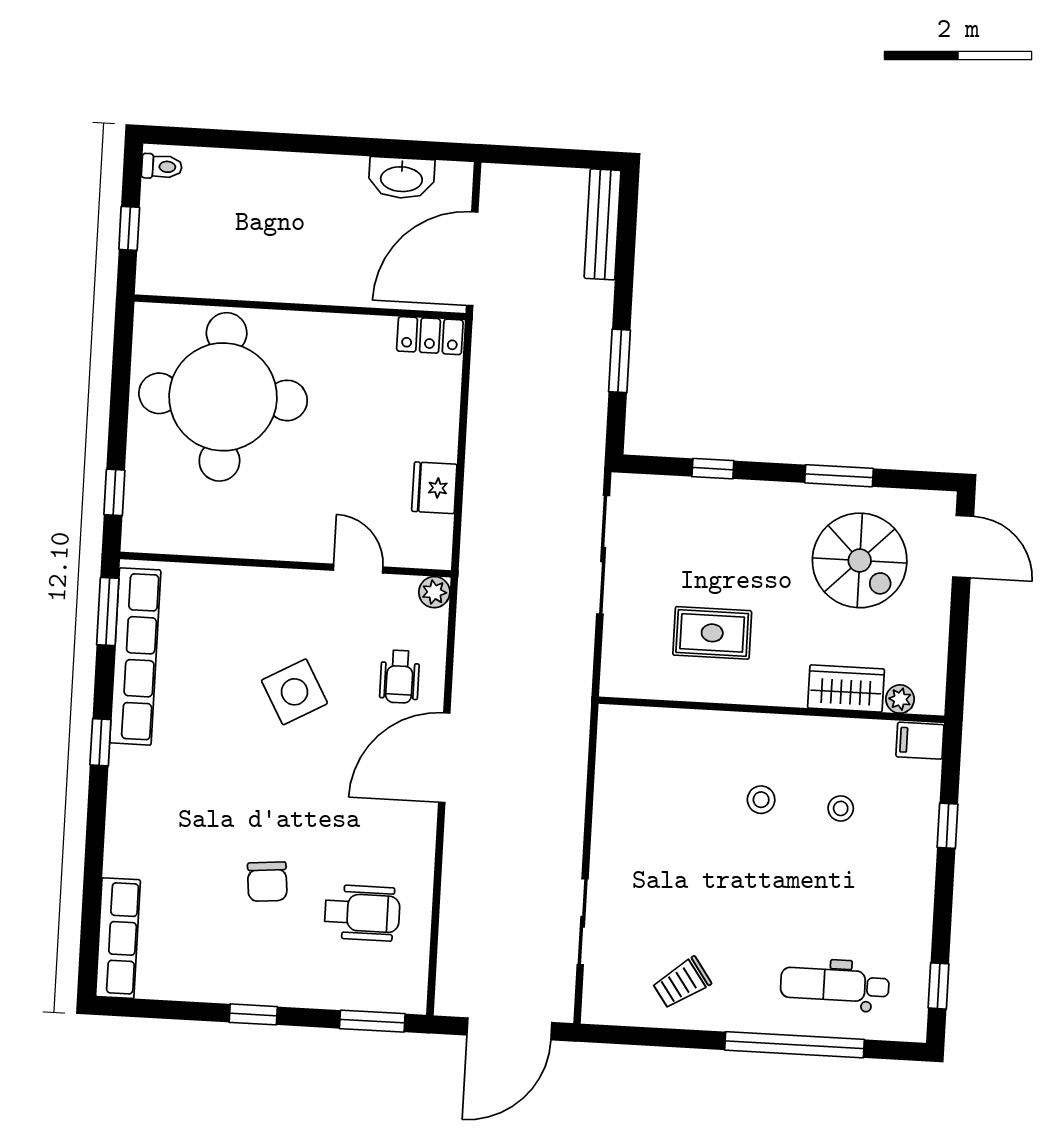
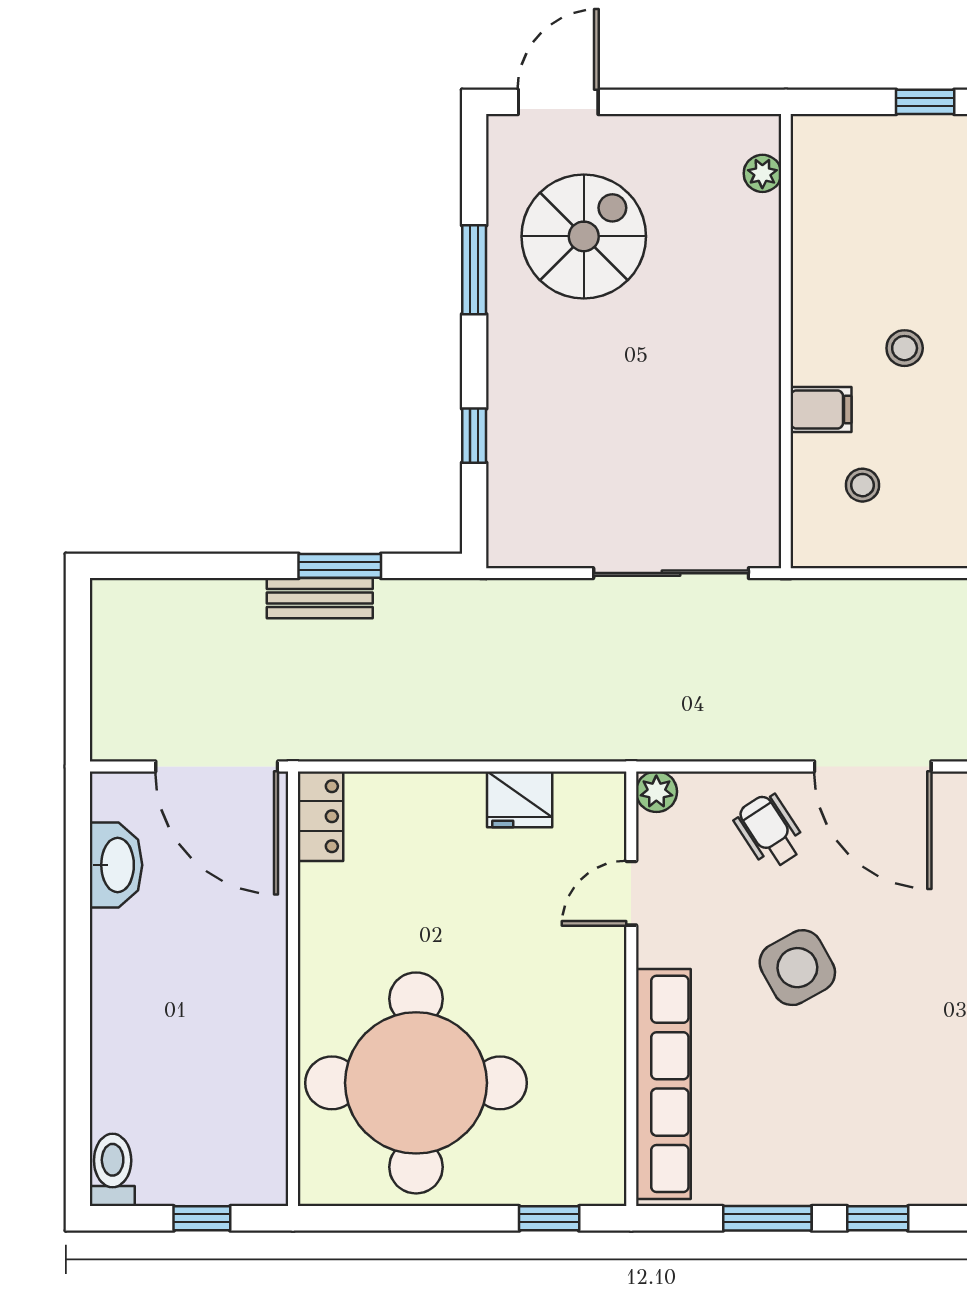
toilet: (162, 167) -> (113, 1170), width x1.37, depth x1.39
bench: (603, 224) -> (320, 598), moved, width x0.73
sliding door: (603, 555) -> (671, 573), moved
window: (108, 612) -> (767, 1218), moved
rug: (712, 633) -> (690, 424), removed
row of seats: (135, 656) -> (663, 1084), moved, turned 90
wheelchair: (400, 677) -> (770, 831), turned -123
wardrobe: (846, 689) -> (753, 245), removed
filing cabinet: (920, 741) -> (821, 410), moved, turned -90
stool: (841, 808) -> (863, 485), moved

